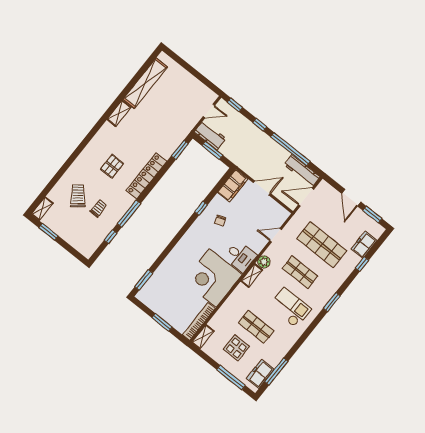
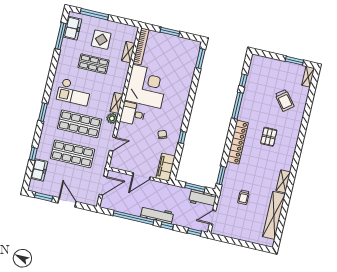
workbench: (302, 171) -> (157, 215), moved
trolley: (98, 208) -> (243, 197), moved
shop shelf: (300, 272) -> (80, 124), width x1.43, depth x1.36
shelving: (203, 337) -> (128, 52), moved

